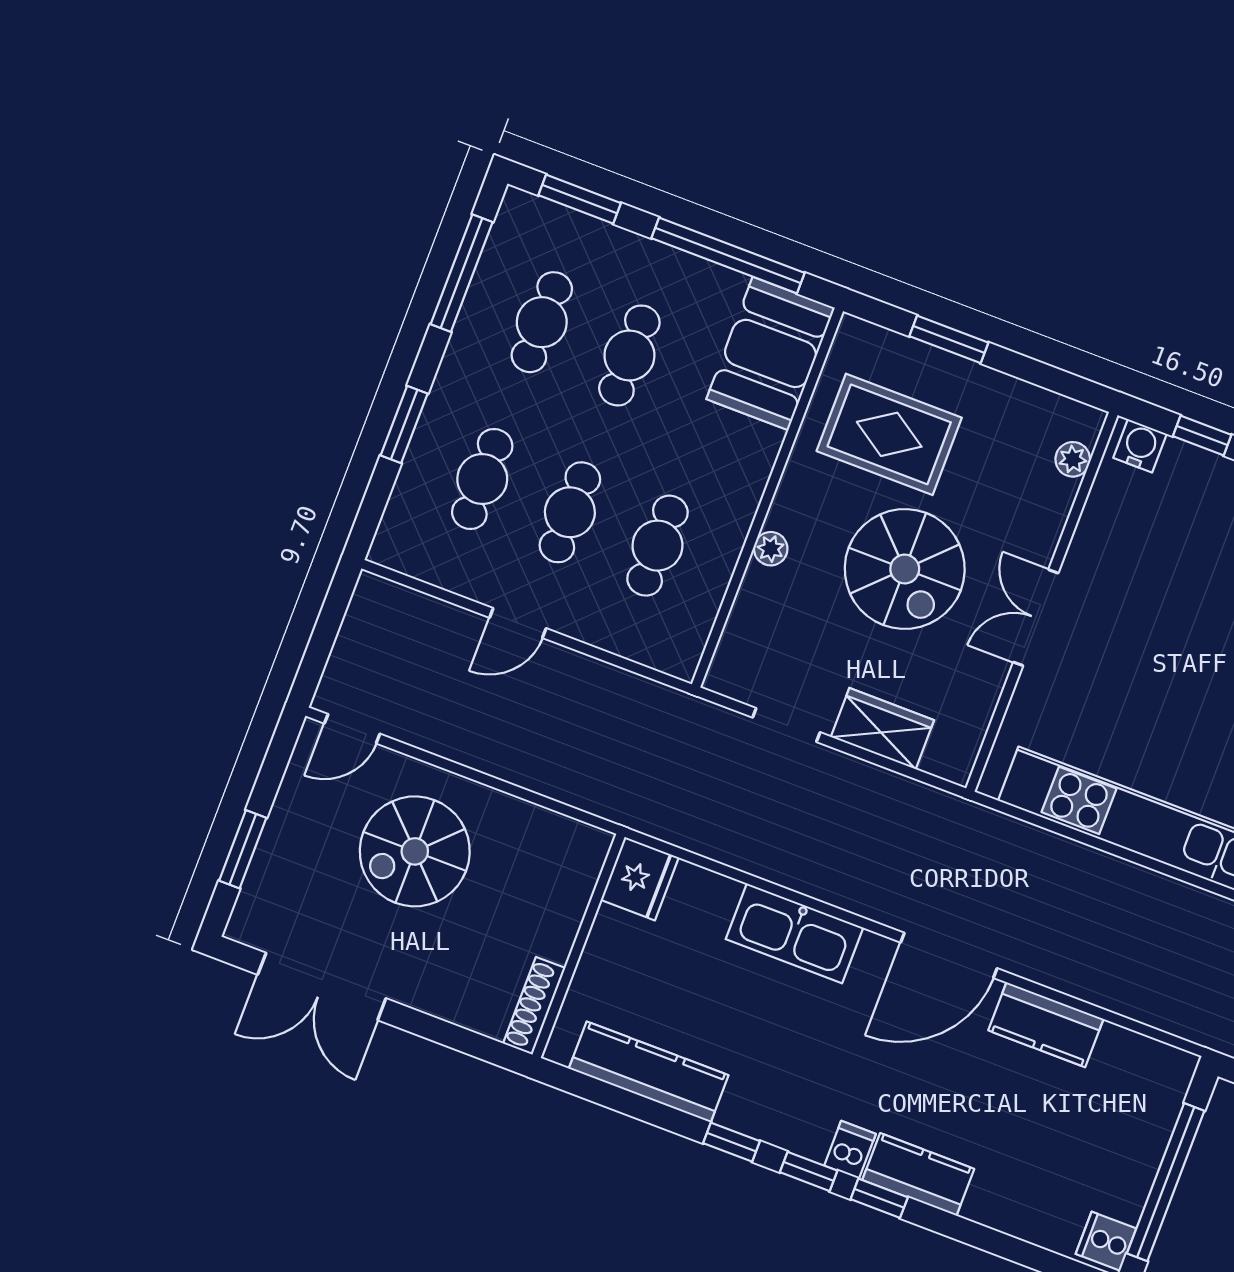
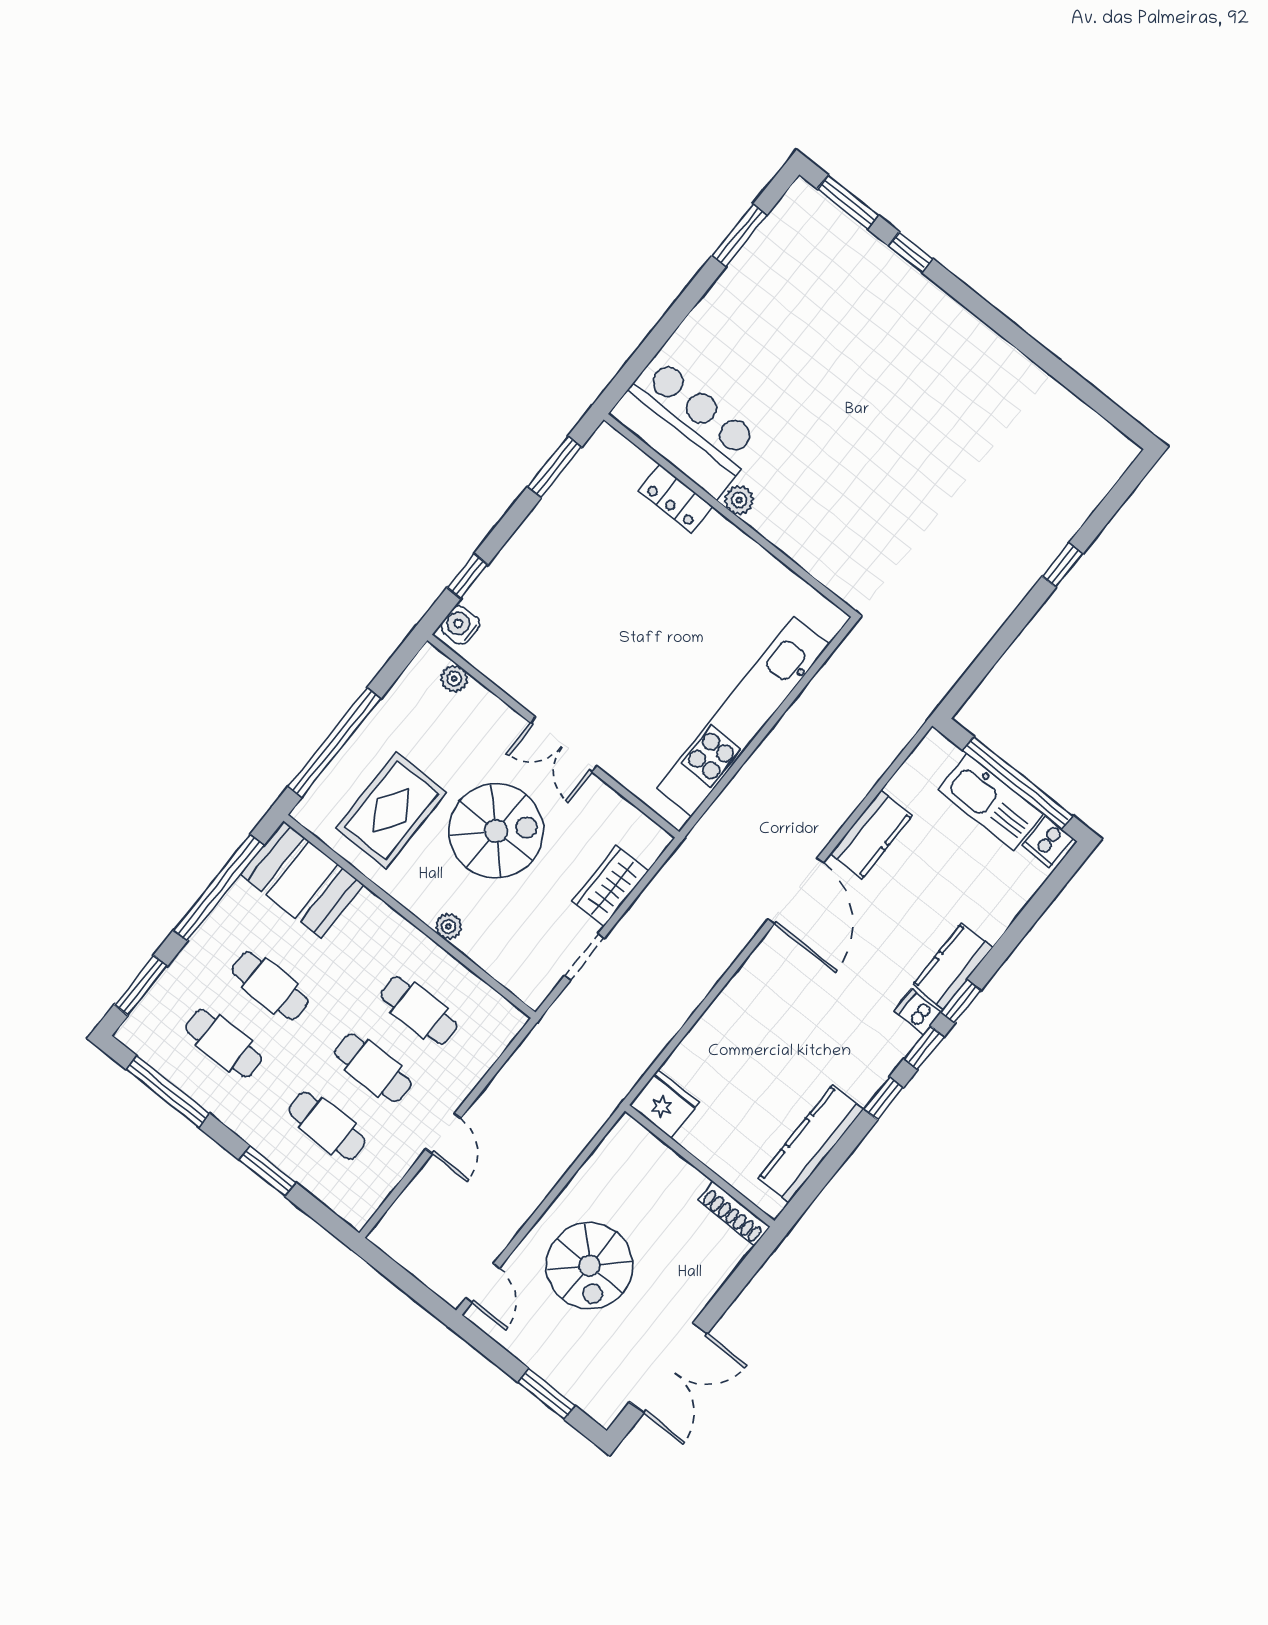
window: (949, 339) -> (334, 743), width x2.11
kitchen sink: (794, 933) -> (990, 802), moved, turned 90

